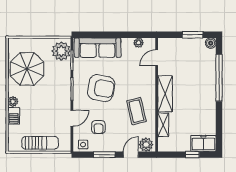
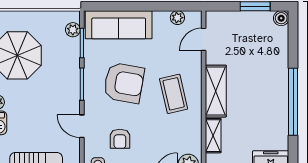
plant: (61, 51) -> (73, 30), width x0.53, depth x0.53
window: (219, 78) -> (293, 102), moved
coffee table: (136, 111) -> (174, 94), moved
door: (72, 118) -> (82, 126), swing flipped

